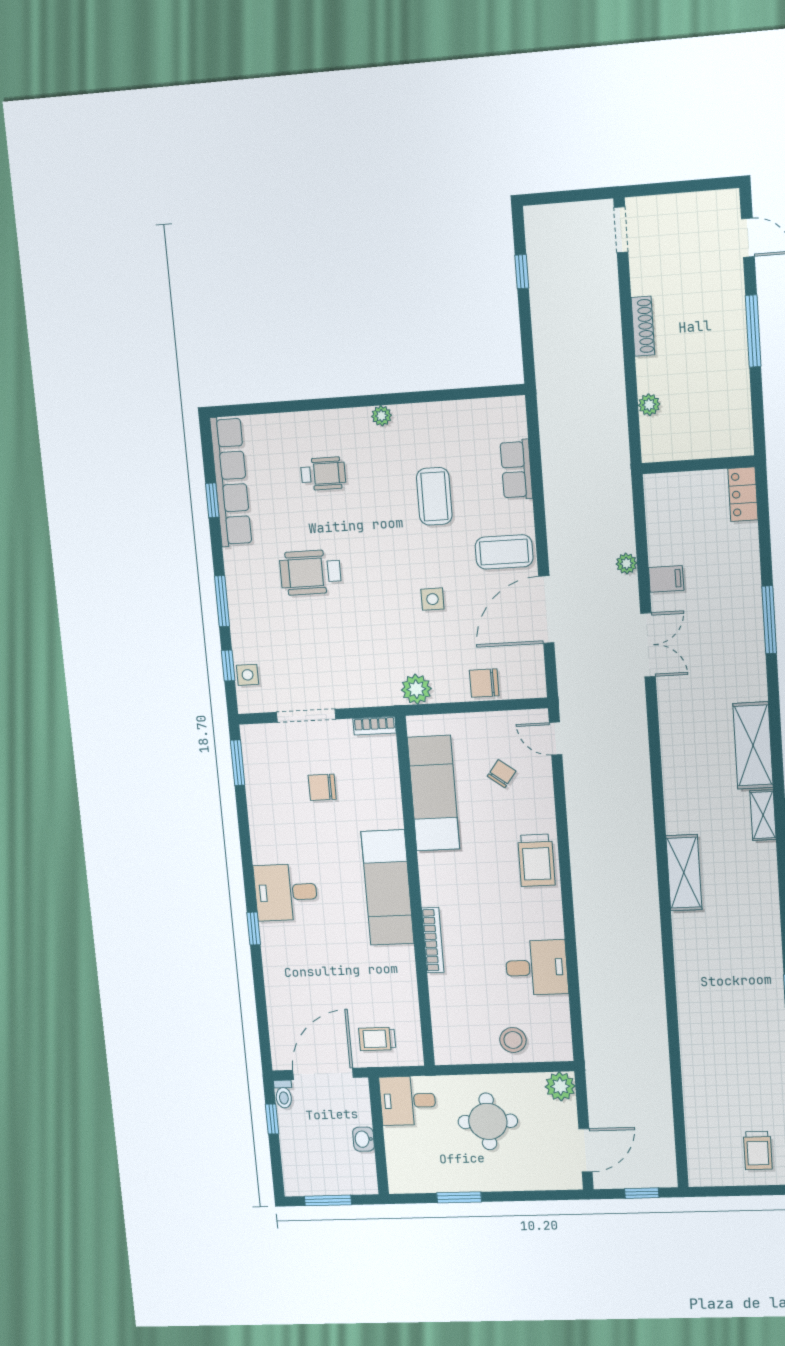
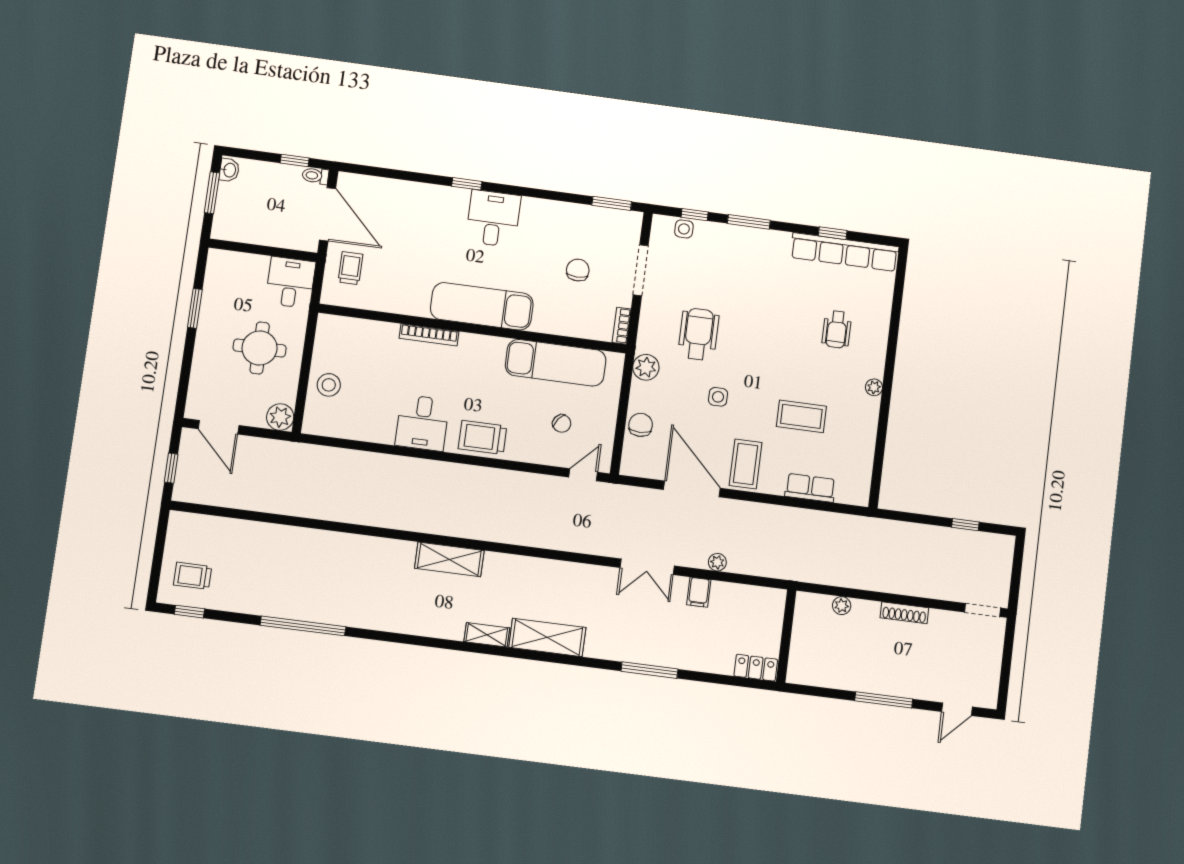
wheelchair: (310, 572) -> (698, 334), moved
desk: (537, 968) -> (422, 423), moved
washbasin: (364, 1139) -> (229, 170), moved, turned 90

